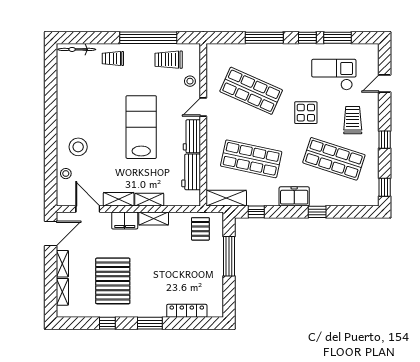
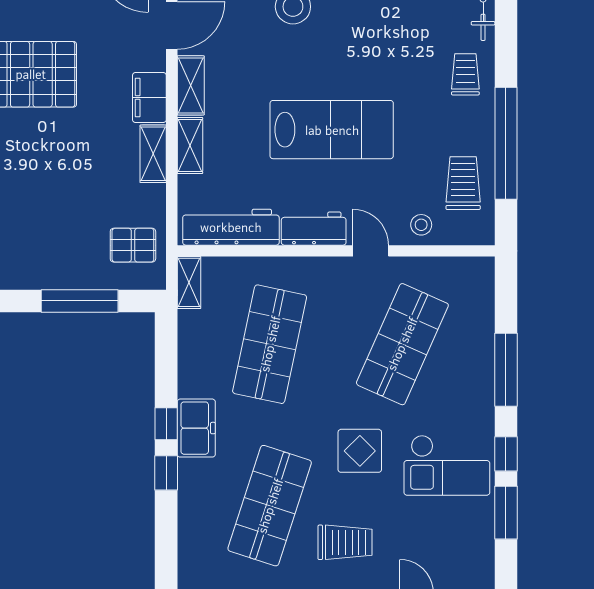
checkout: (334, 75) -> (447, 465), moved, turned 90
workbench: (191, 172) -> (231, 227), width x1.38
shelving: (226, 198) -> (189, 282), width x0.67, depth x0.75
window: (256, 212) -> (166, 424), moved

